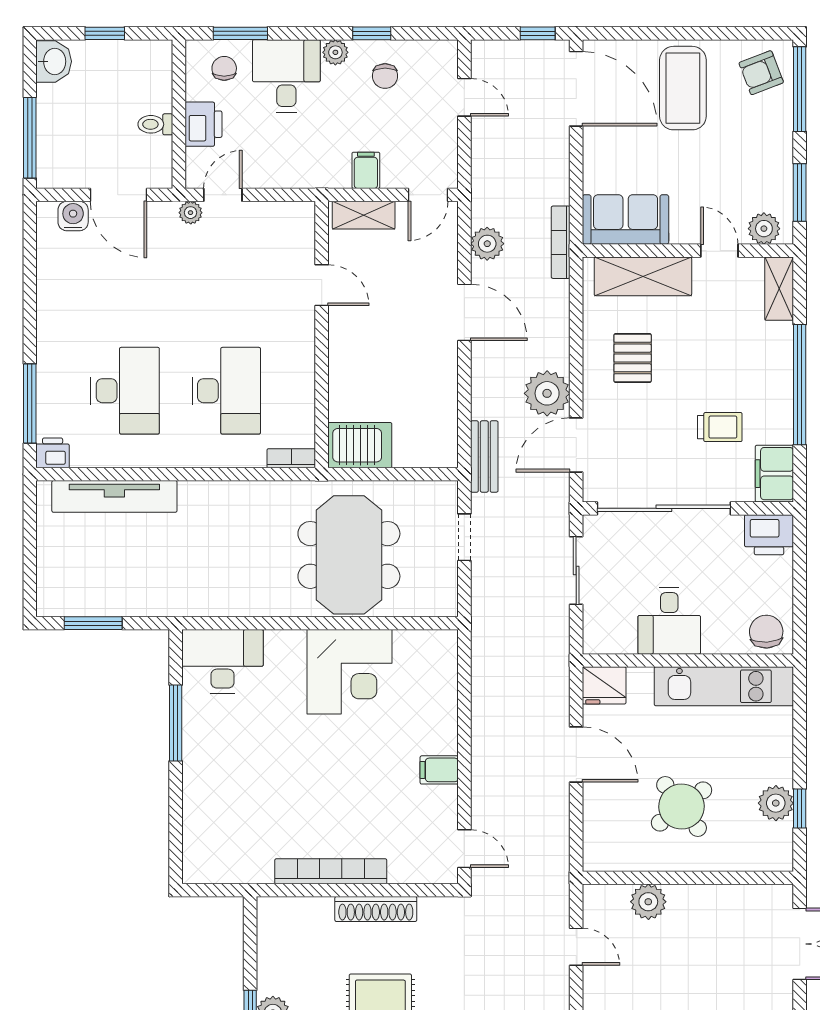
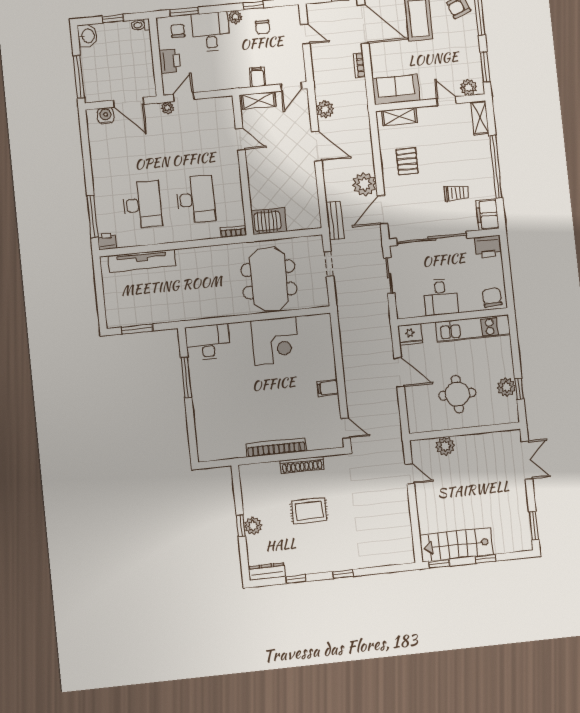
toilet: (155, 124) -> (141, 25), moved
bookcase: (561, 242) -> (359, 65), moved, width x0.64
shelving: (643, 276) -> (399, 117), width x0.67, depth x0.75
round table: (682, 806) -> (457, 394), turned 37

